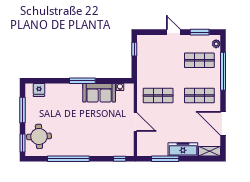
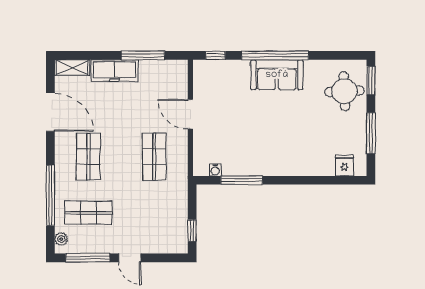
window: (200, 32) -> (88, 258), width x1.44
window: (82, 81) -> (242, 180), moved
sofa: (99, 93) -> (277, 75), moved, turned 180
shop shelf: (158, 95) -> (154, 157), turned 90
shop shelf: (199, 95) -> (88, 157), turned 90
window: (68, 159) -> (275, 55), moved

